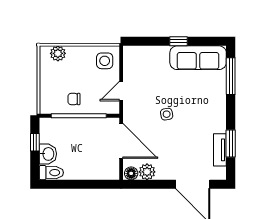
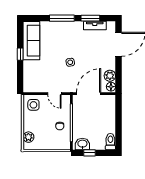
window: (231, 76) -> (62, 18), moved
washbasin: (48, 154) -> (82, 144), moved

